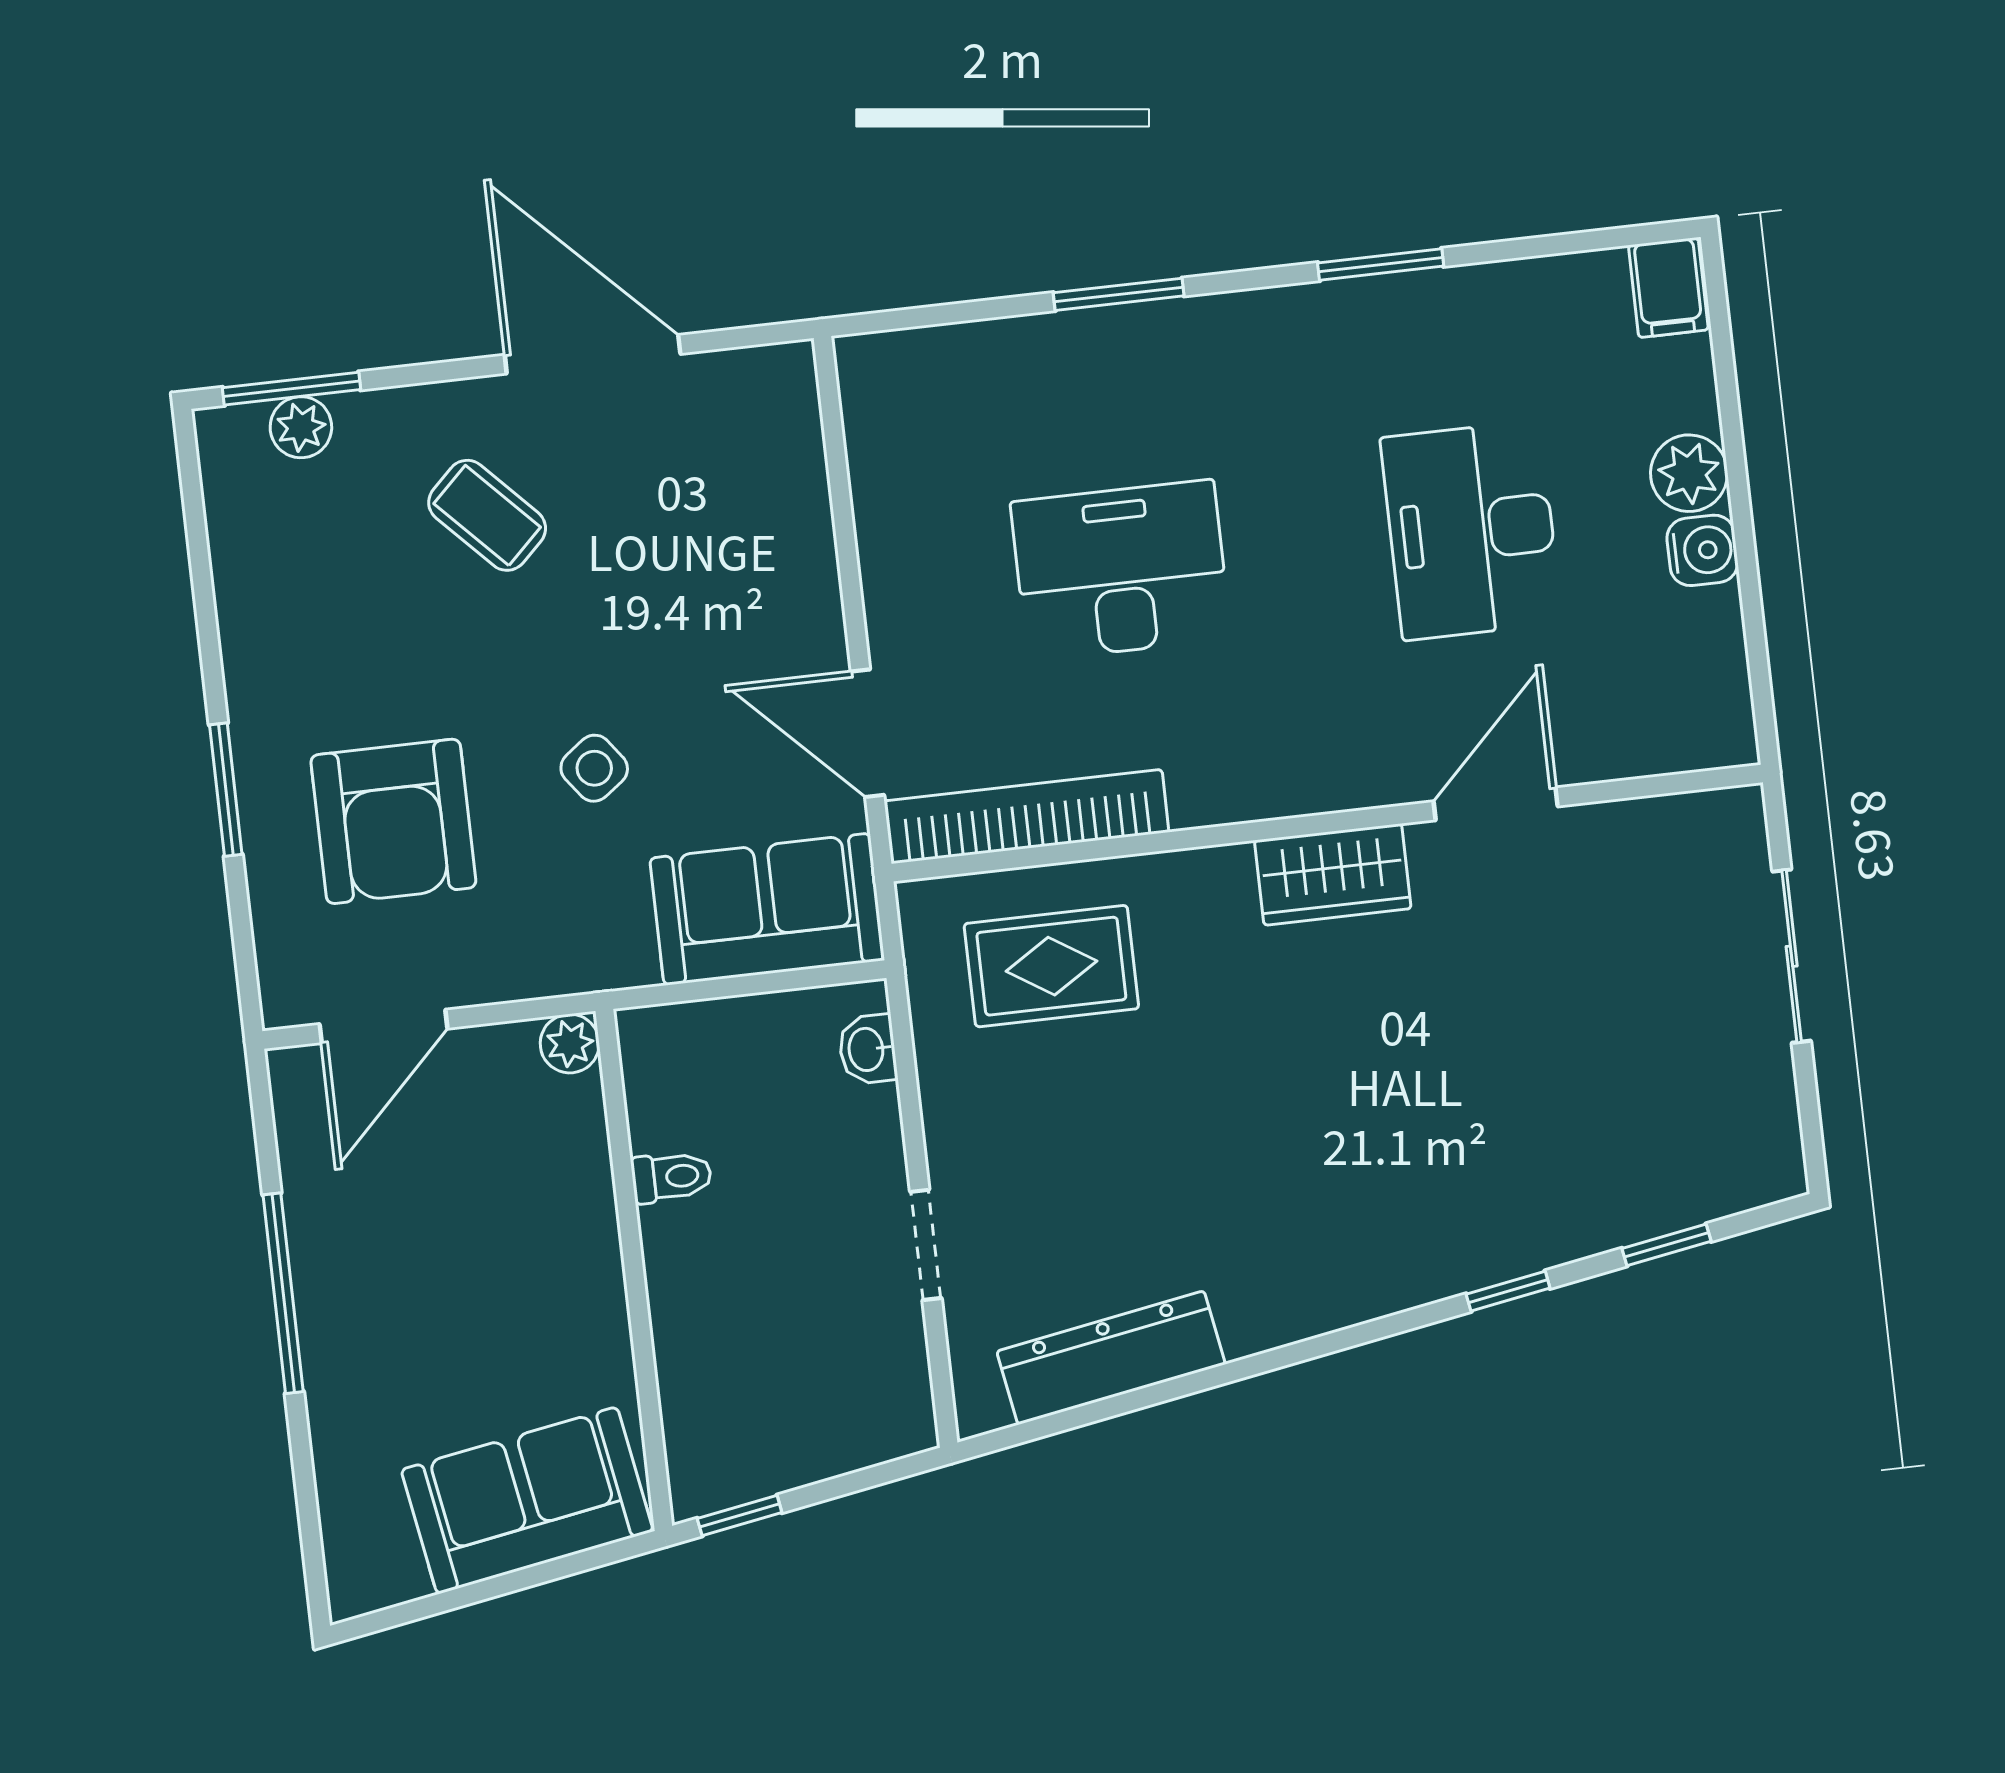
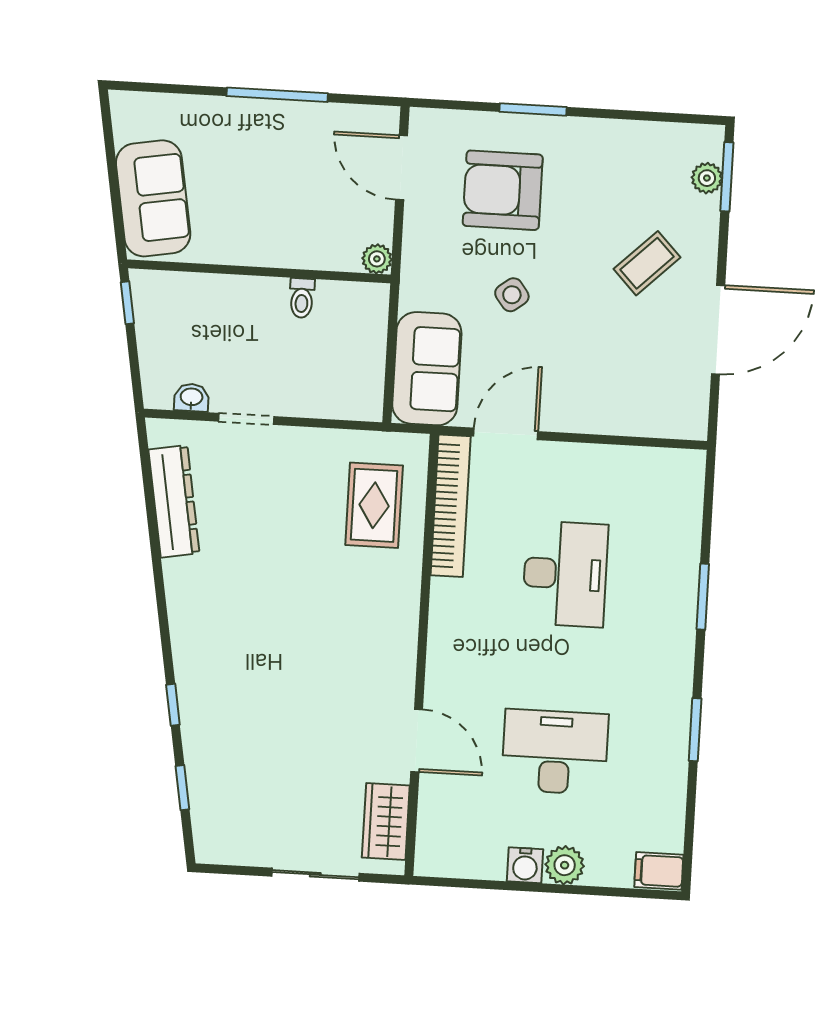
wardrobe: (1333, 874) -> (386, 822), moved
washbasin: (868, 1049) -> (191, 398), moved

